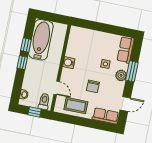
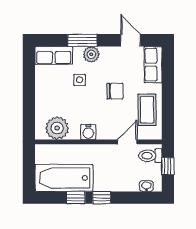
plant: (76, 42) -> (57, 128), added

